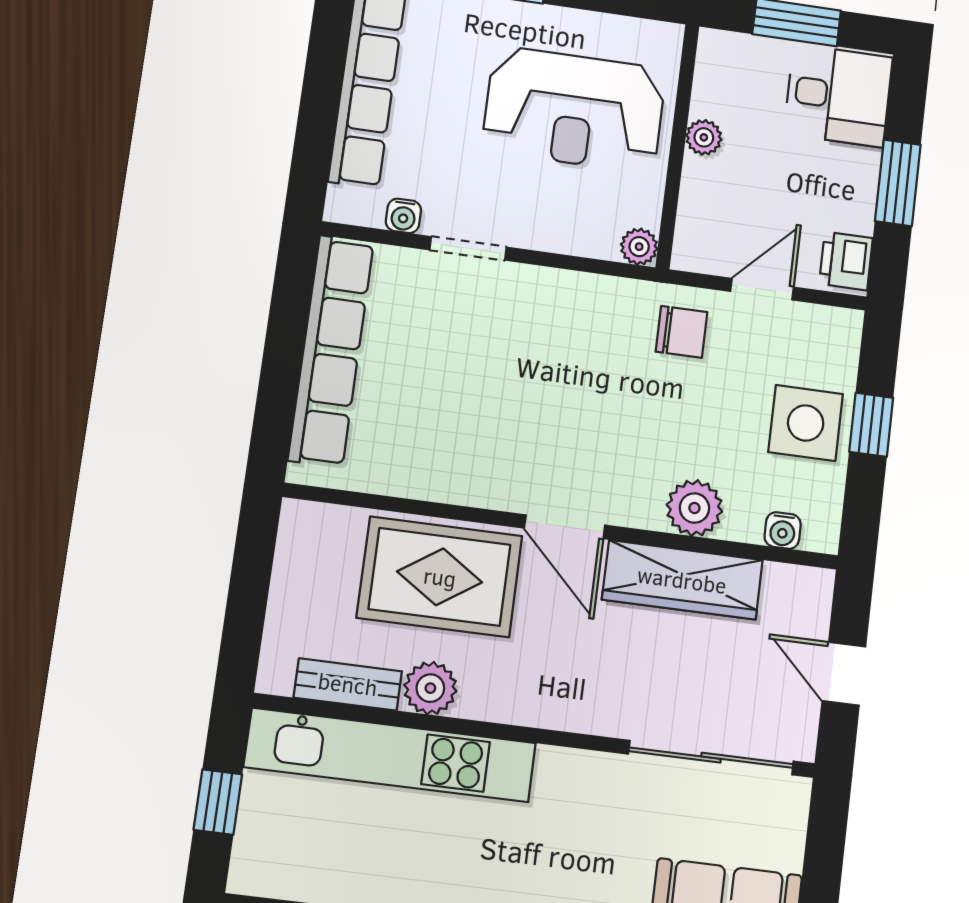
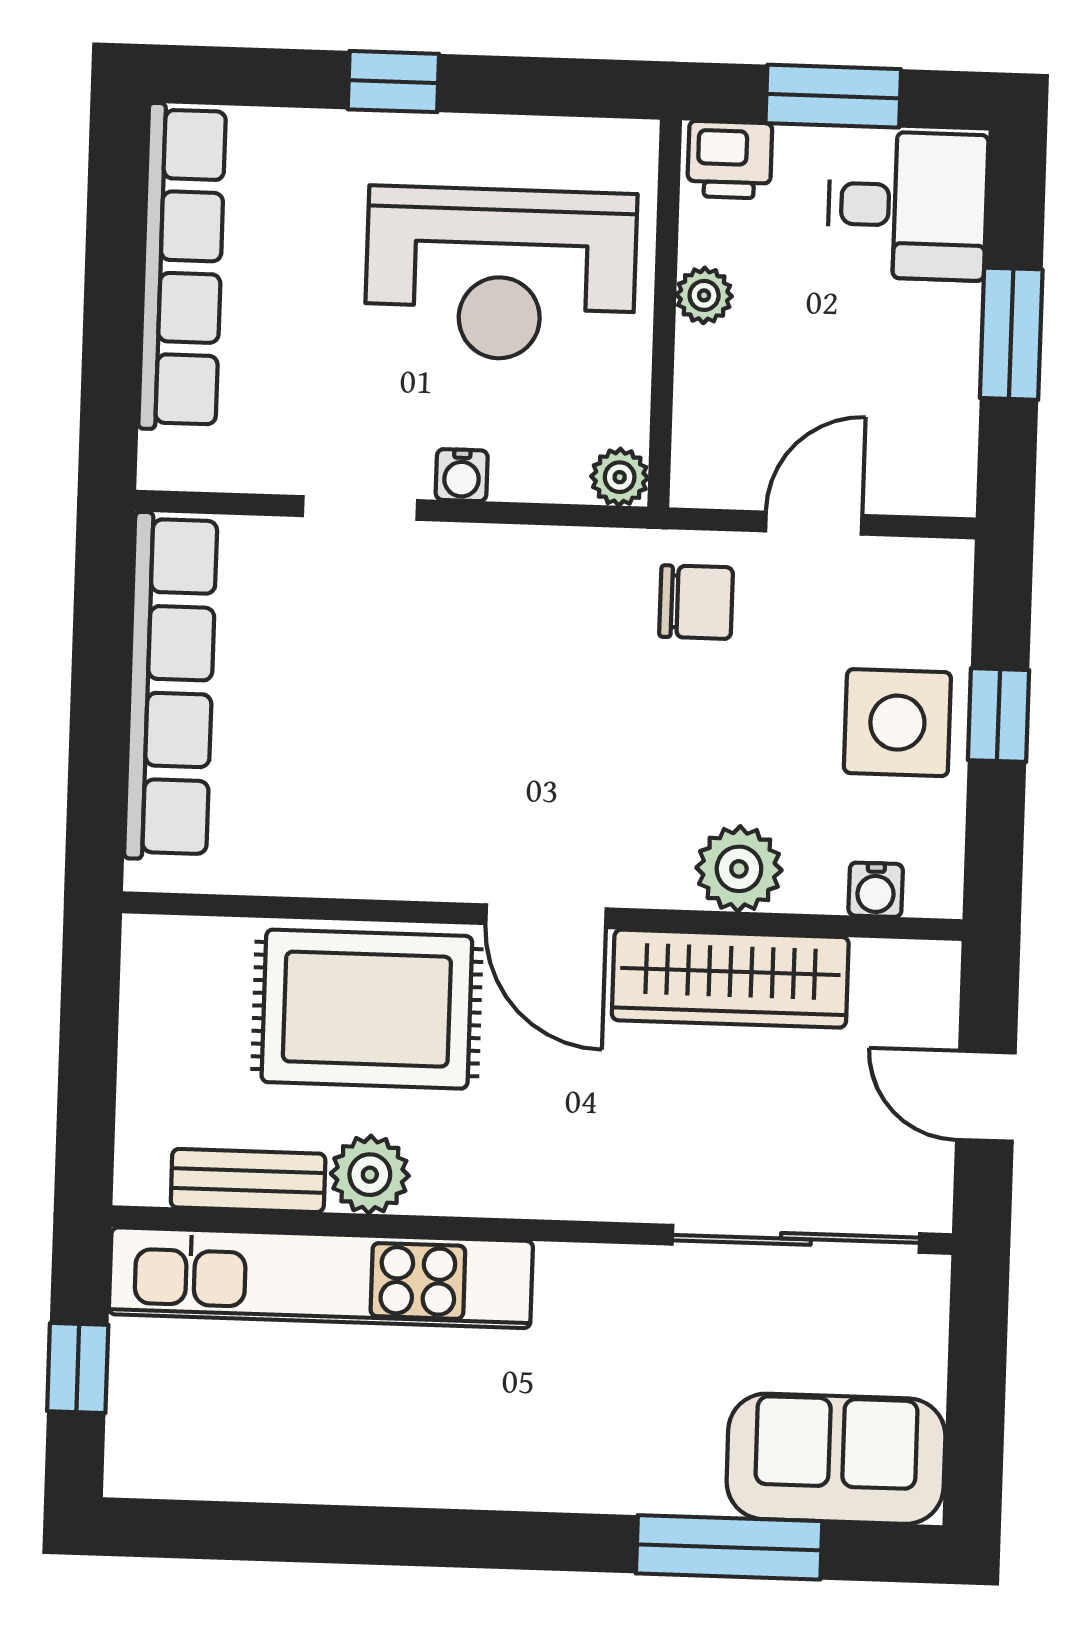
water cooler: (403, 216) -> (462, 475), moved
printer: (846, 261) -> (730, 160), moved, turned -90

